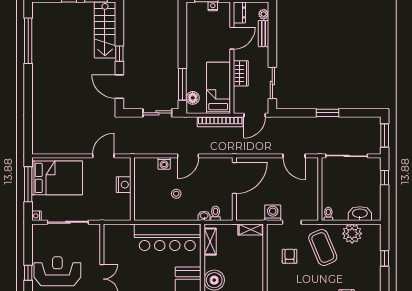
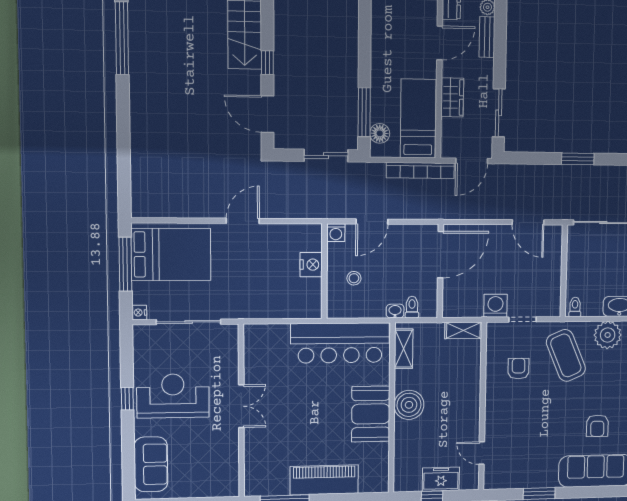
nightstand: (124, 185) -> (311, 265), moved
wall: (132, 189) -> (324, 271), moved

